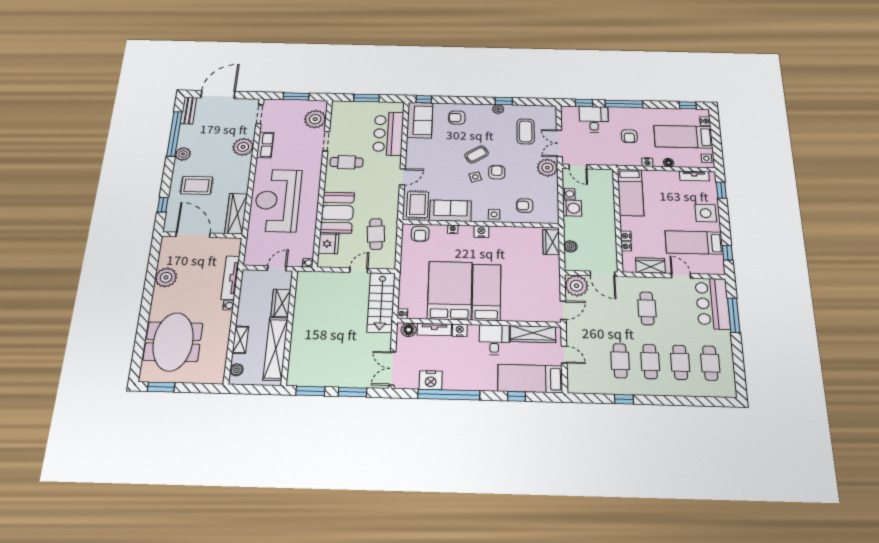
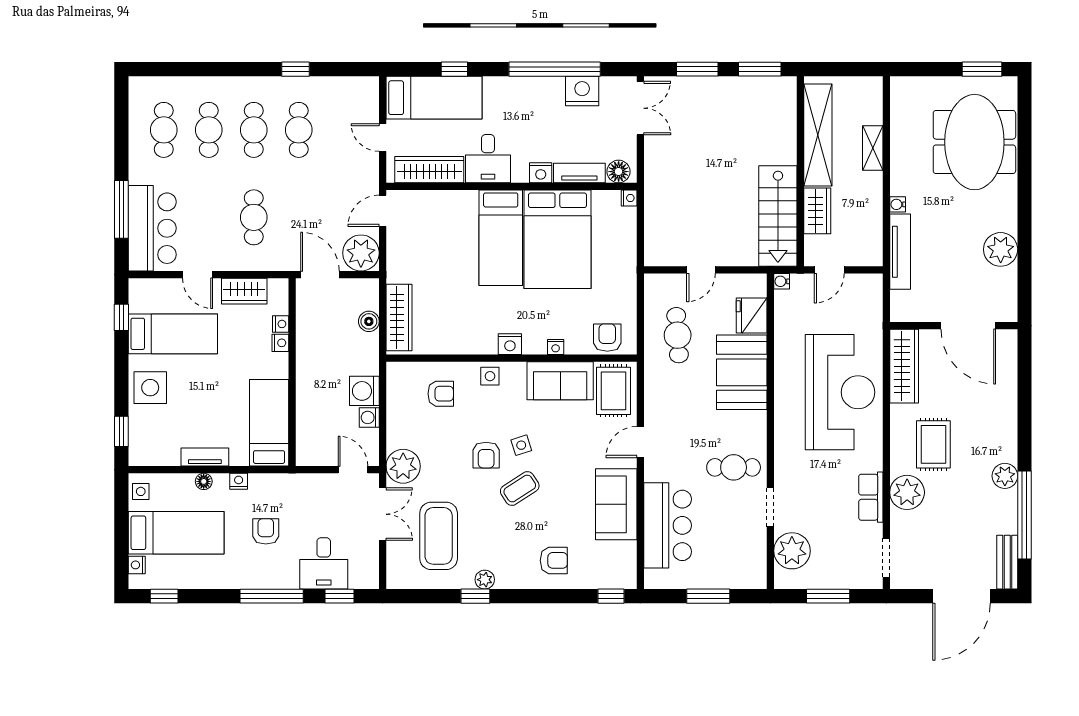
sofa: (420, 120) -> (616, 504), moved
coffee table: (526, 131) -> (439, 536), width x1.36, depth x1.32
tv unit: (694, 176) -> (205, 457), moved
rug: (197, 185) -> (933, 444), moved, turned 90
window: (163, 205) -> (1025, 379), removed
wardrobe: (551, 242) -> (399, 317), width x1.50
stairs: (381, 302) -> (778, 216), moved, turned 180
boiler: (237, 370) -> (873, 100), removed

